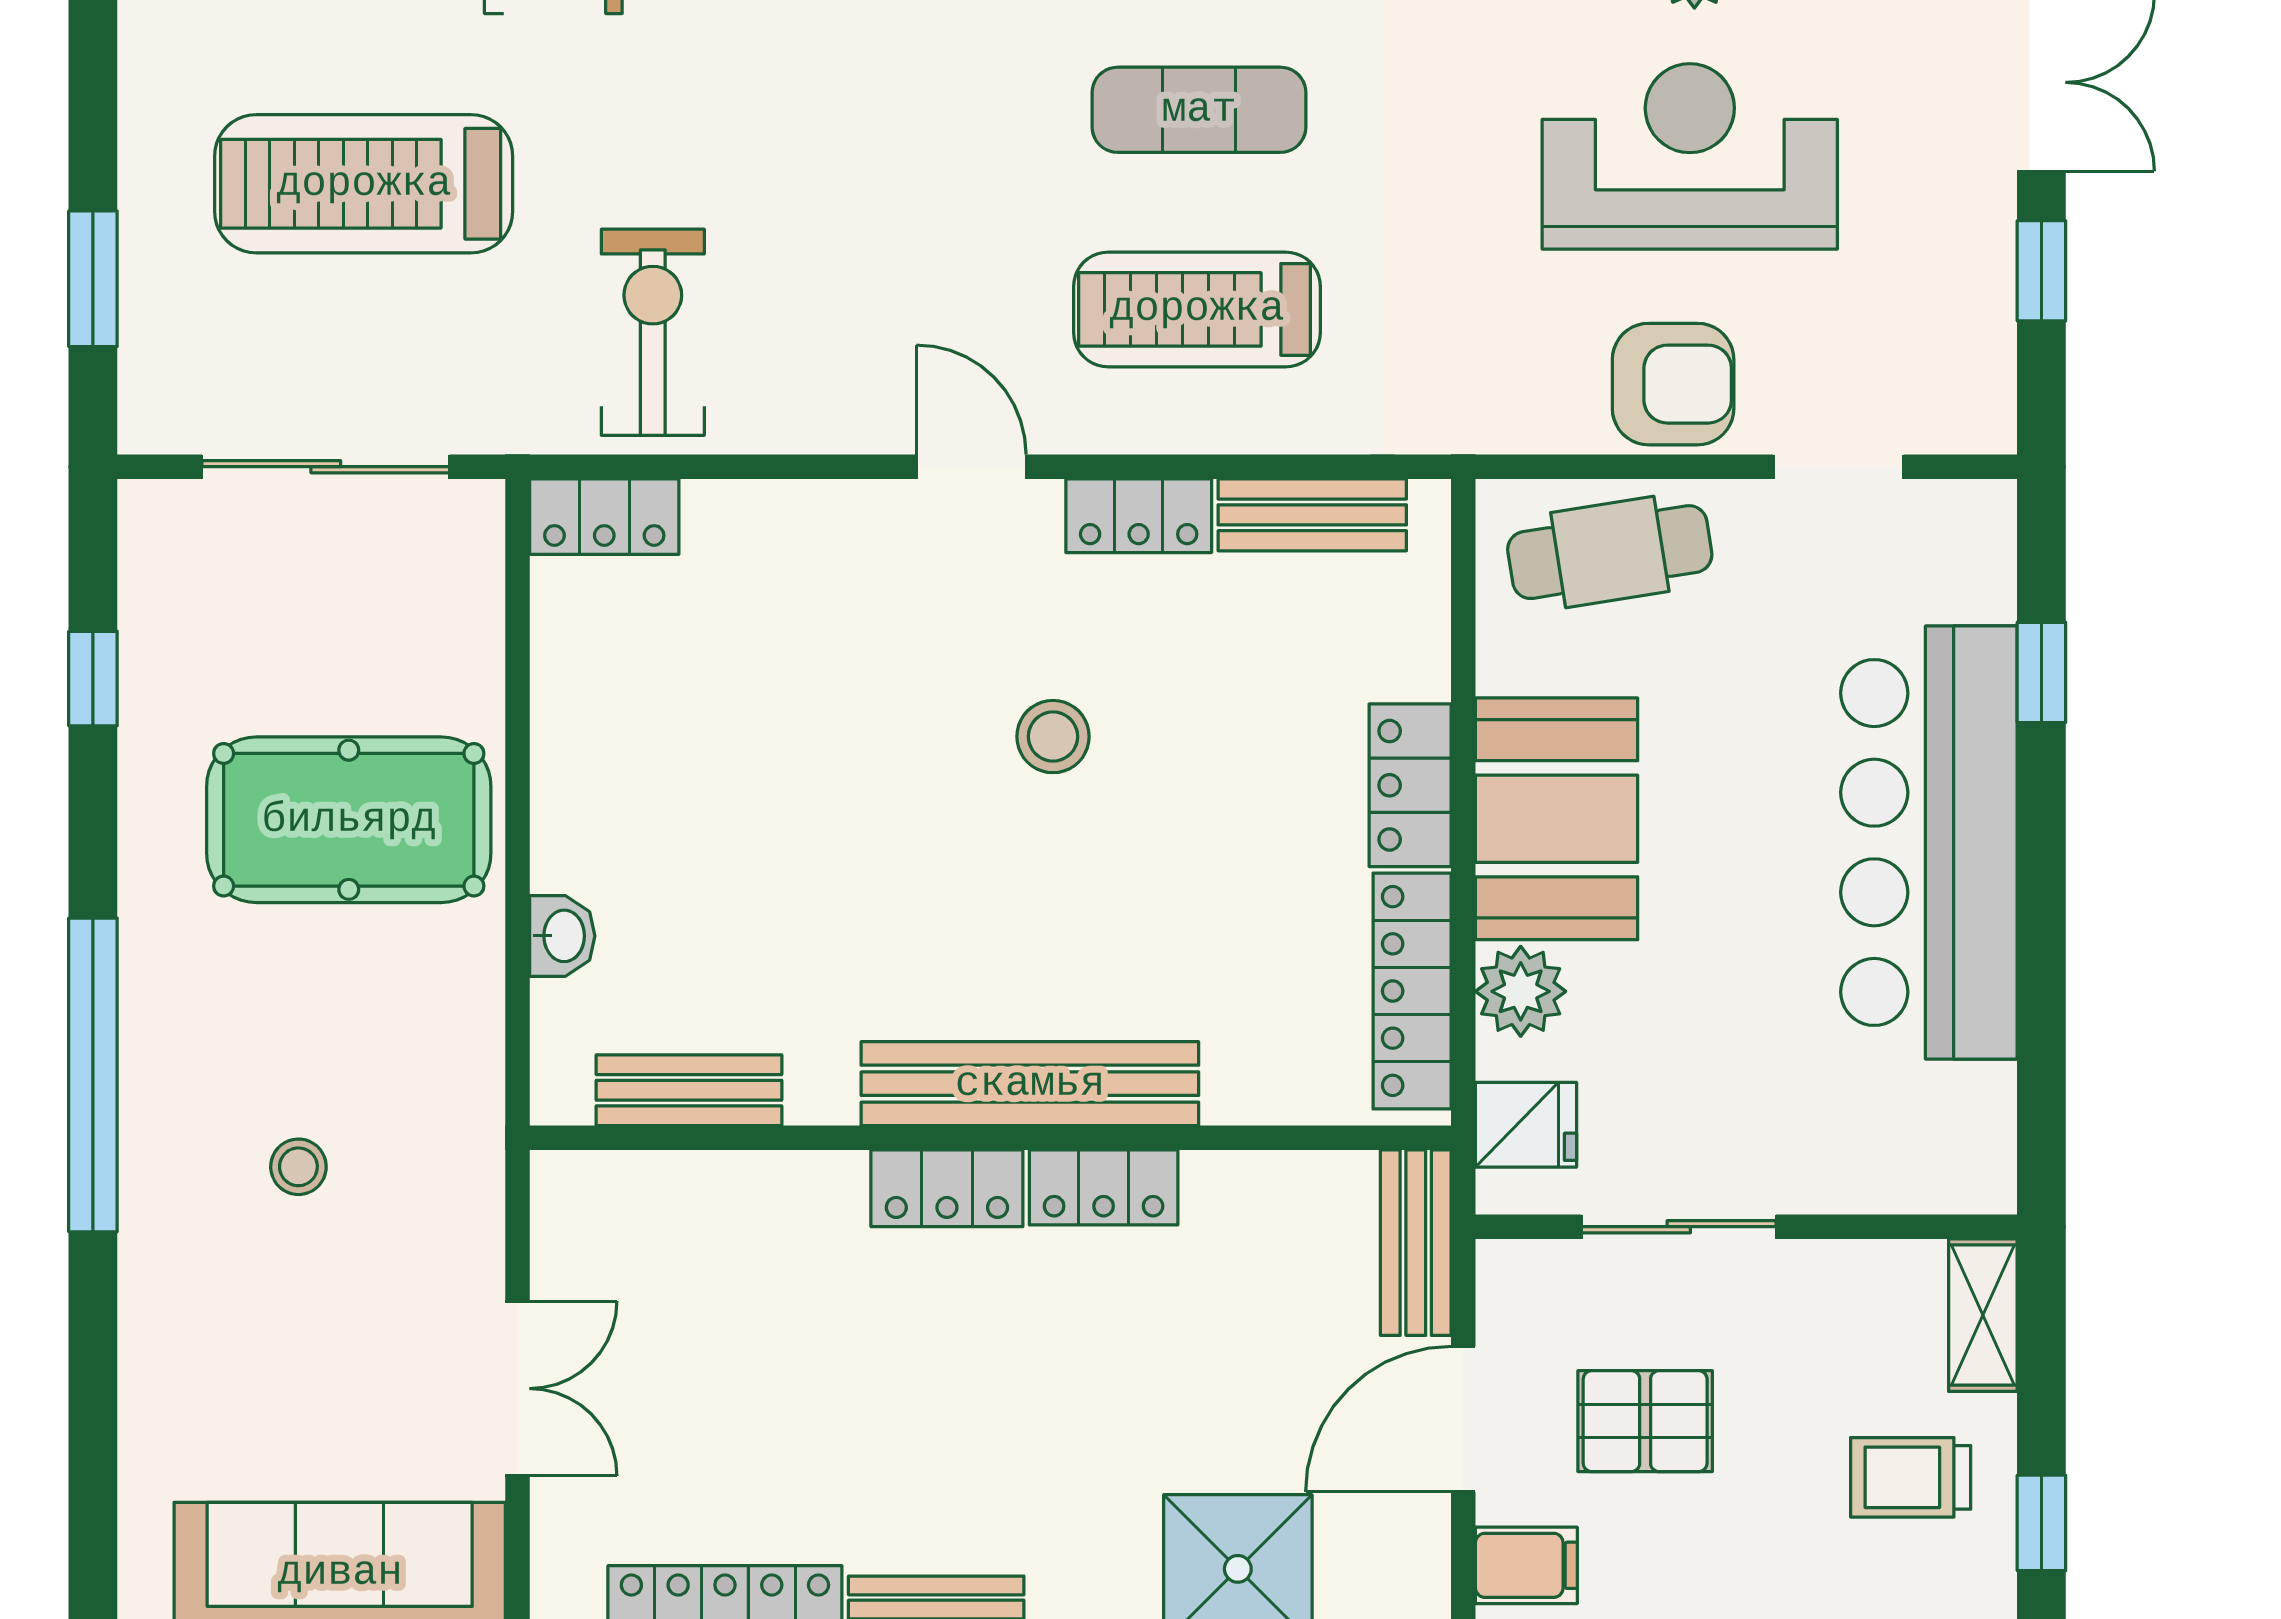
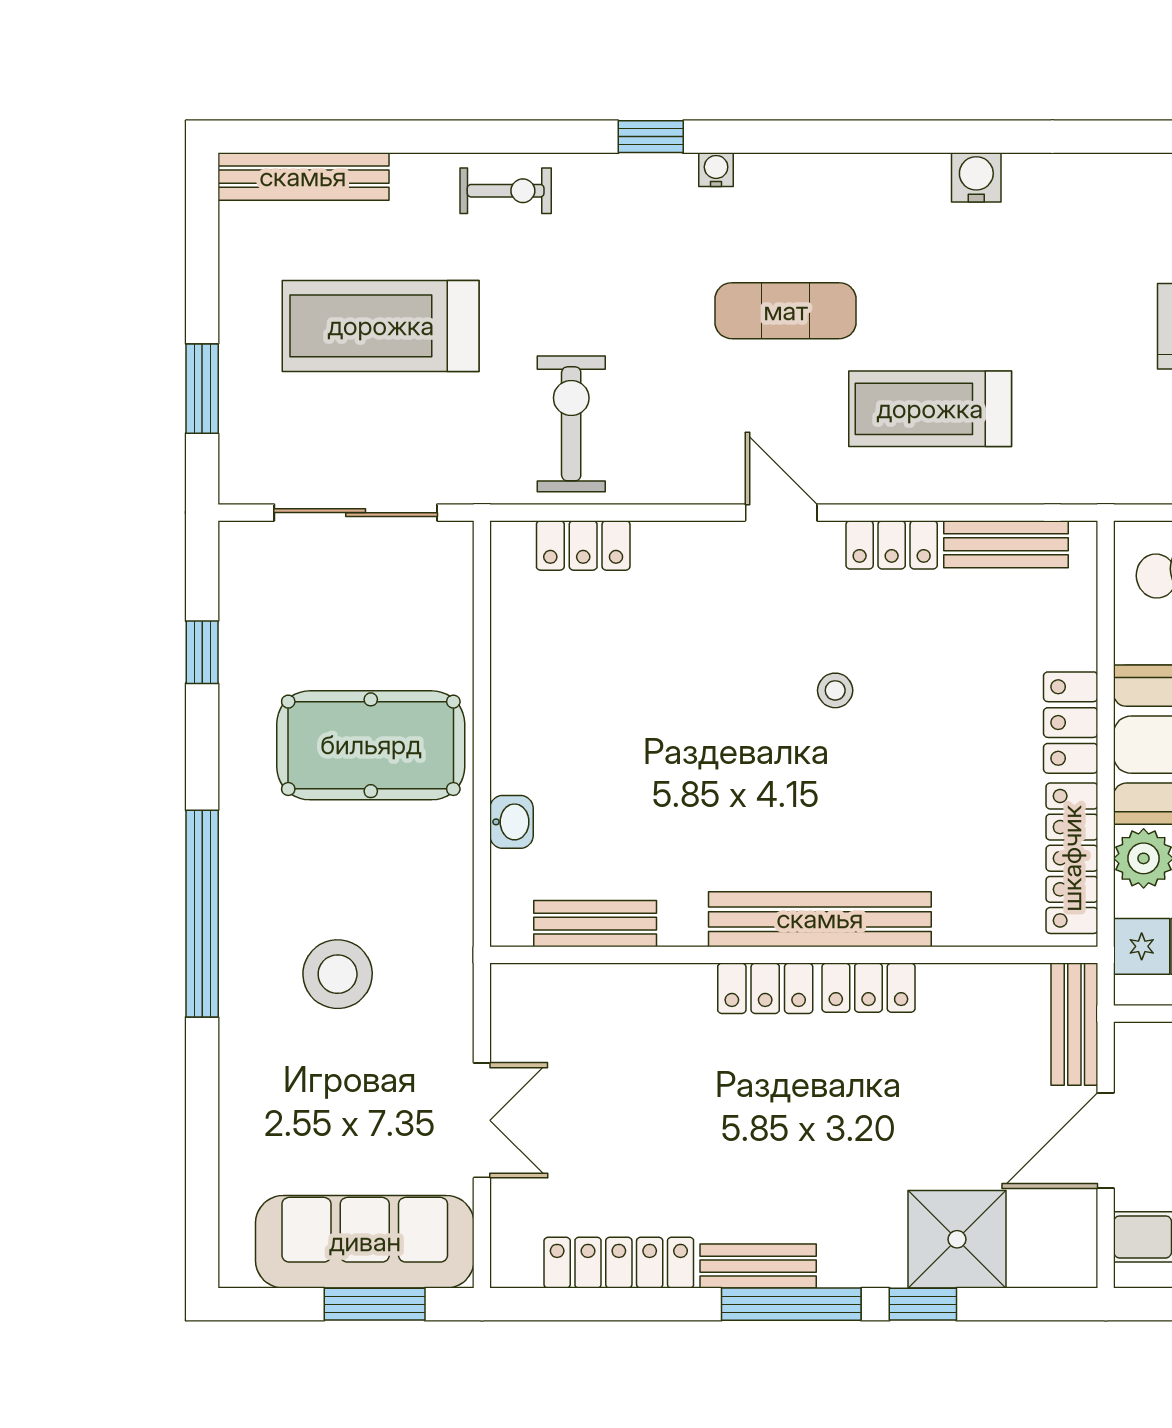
exercise mat: (1199, 110) -> (786, 311), moved
locker: (604, 517) -> (583, 545), moved
stool: (1053, 737) -> (835, 690), width x0.73, depth x0.73
stool: (298, 1167) -> (338, 974), width x1.89, depth x1.89

